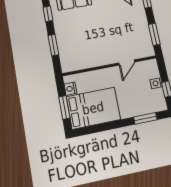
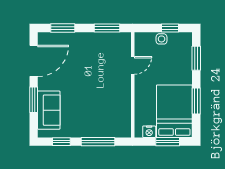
window: (53, 45) -> (98, 142), width x1.44
door: (127, 62) -> (133, 65), hinge flipped
window: (107, 126) -> (196, 101), added

